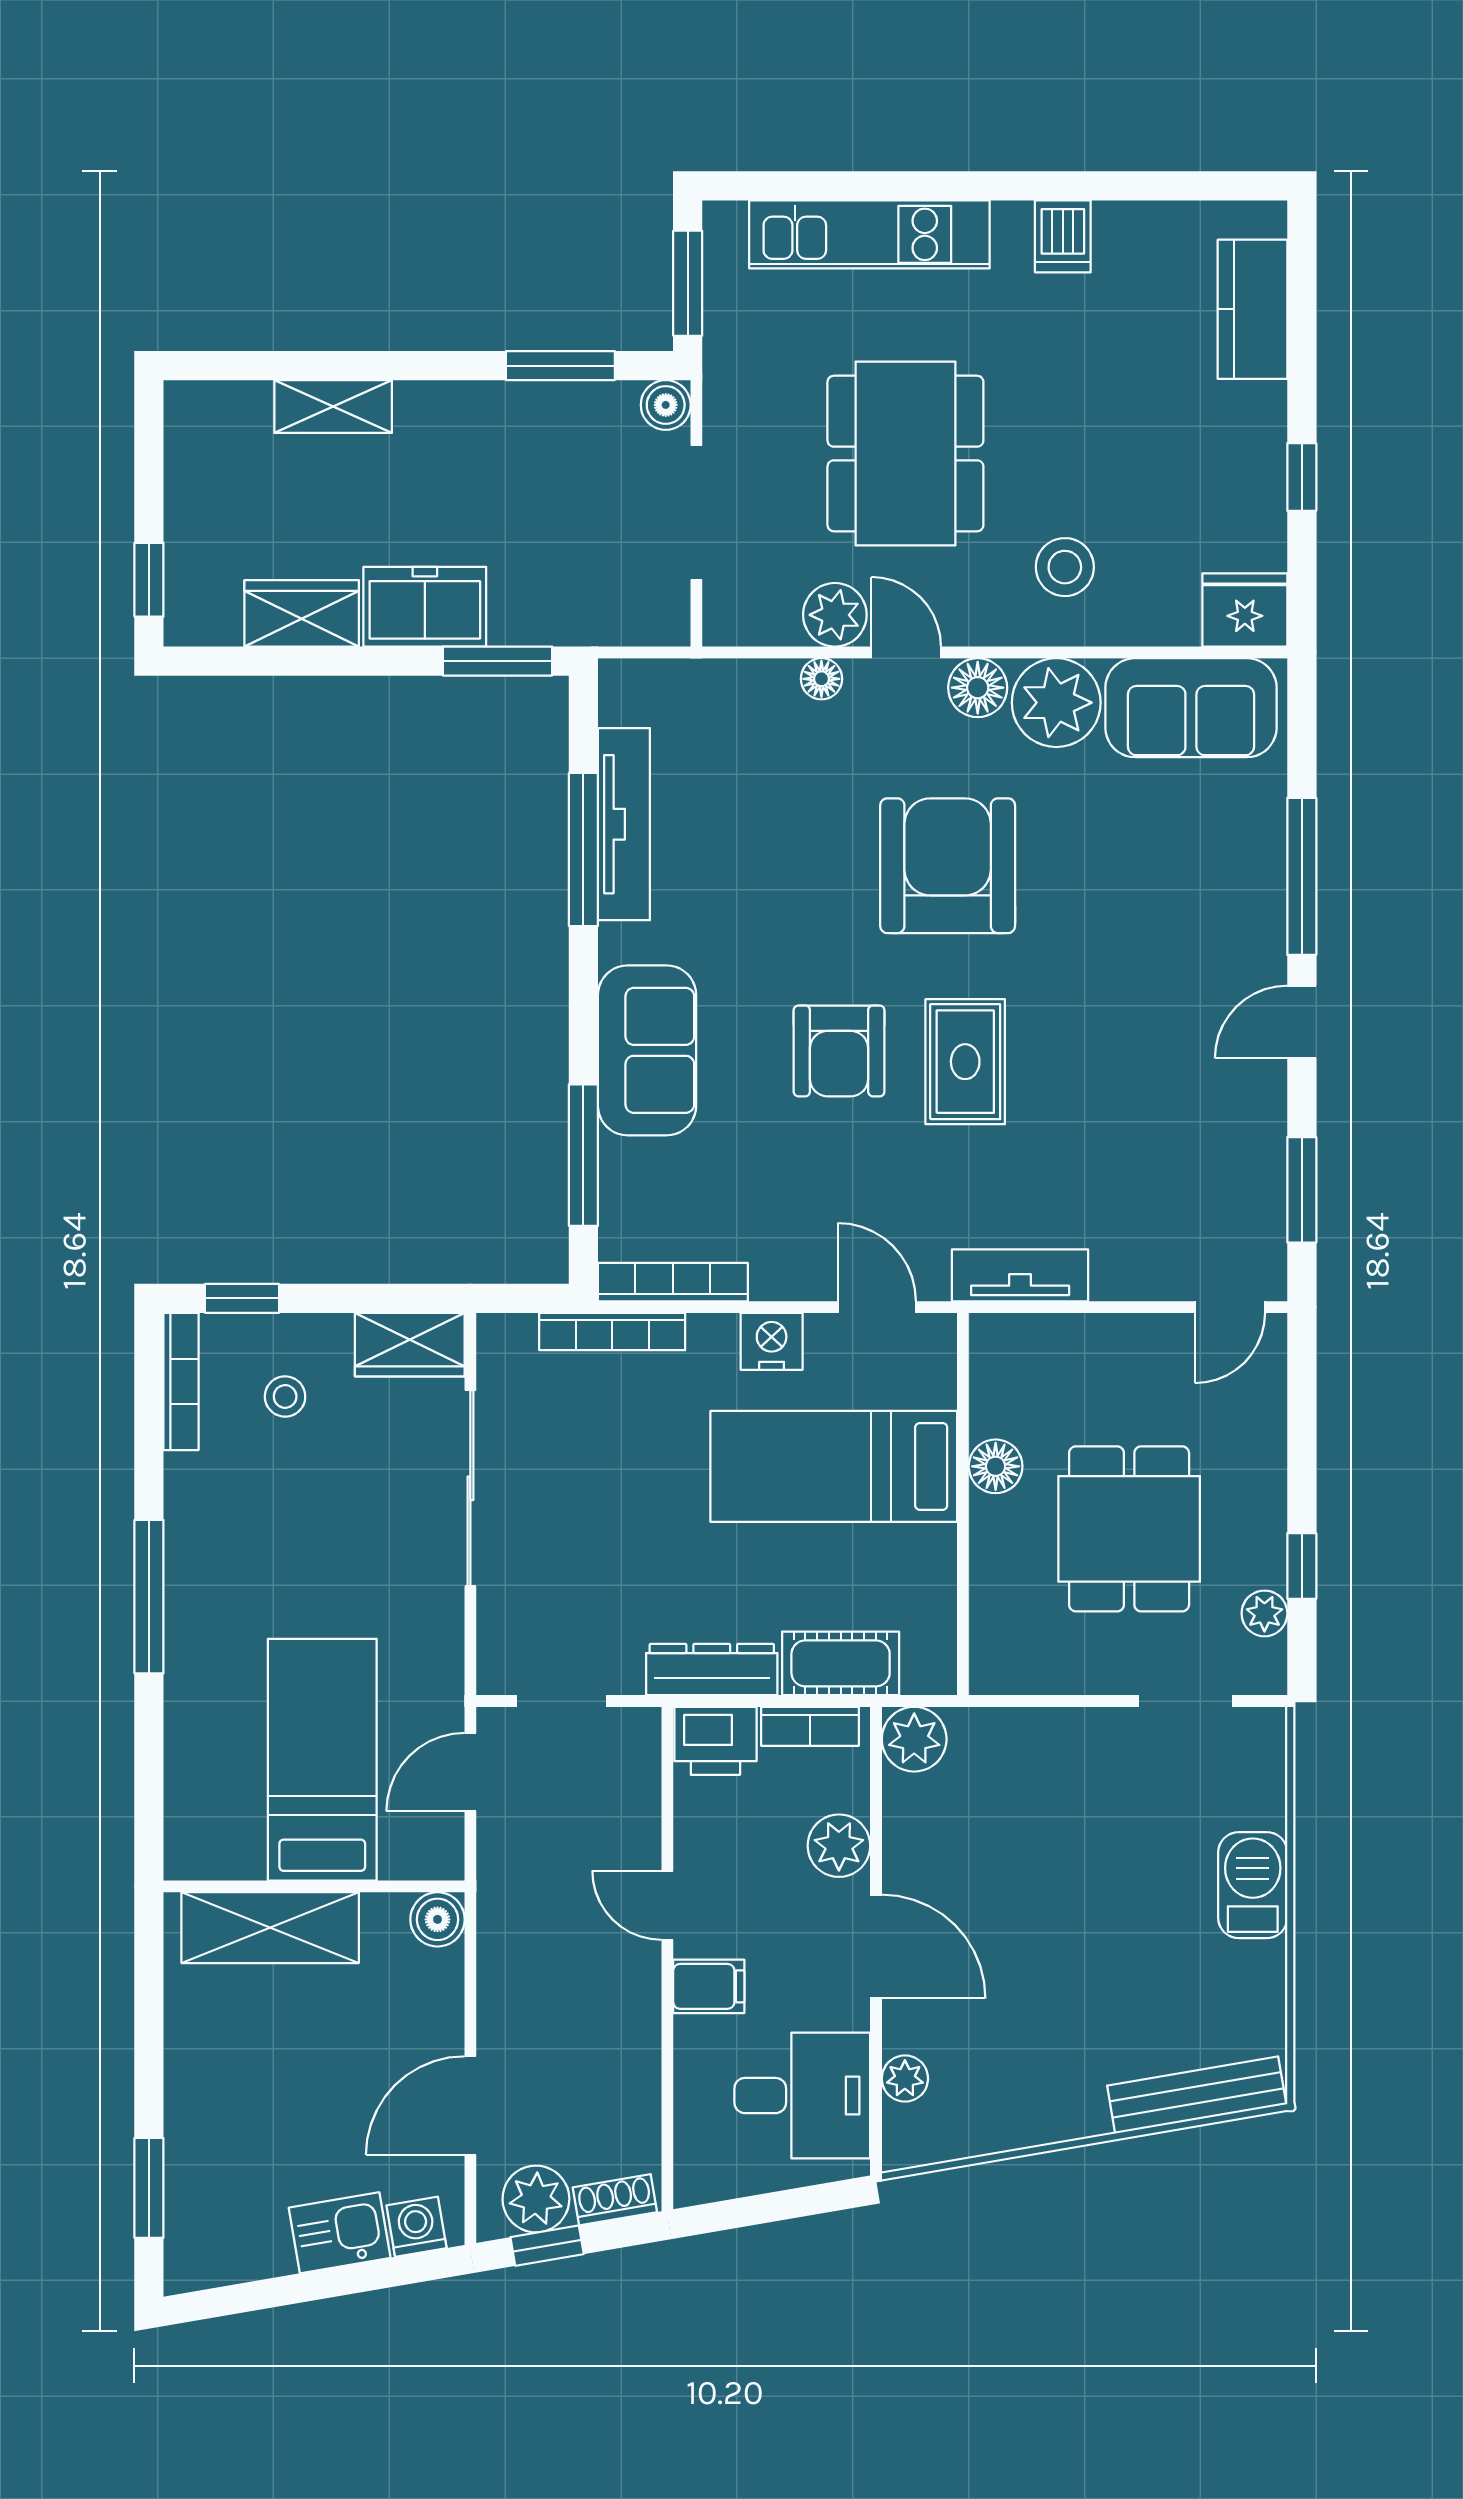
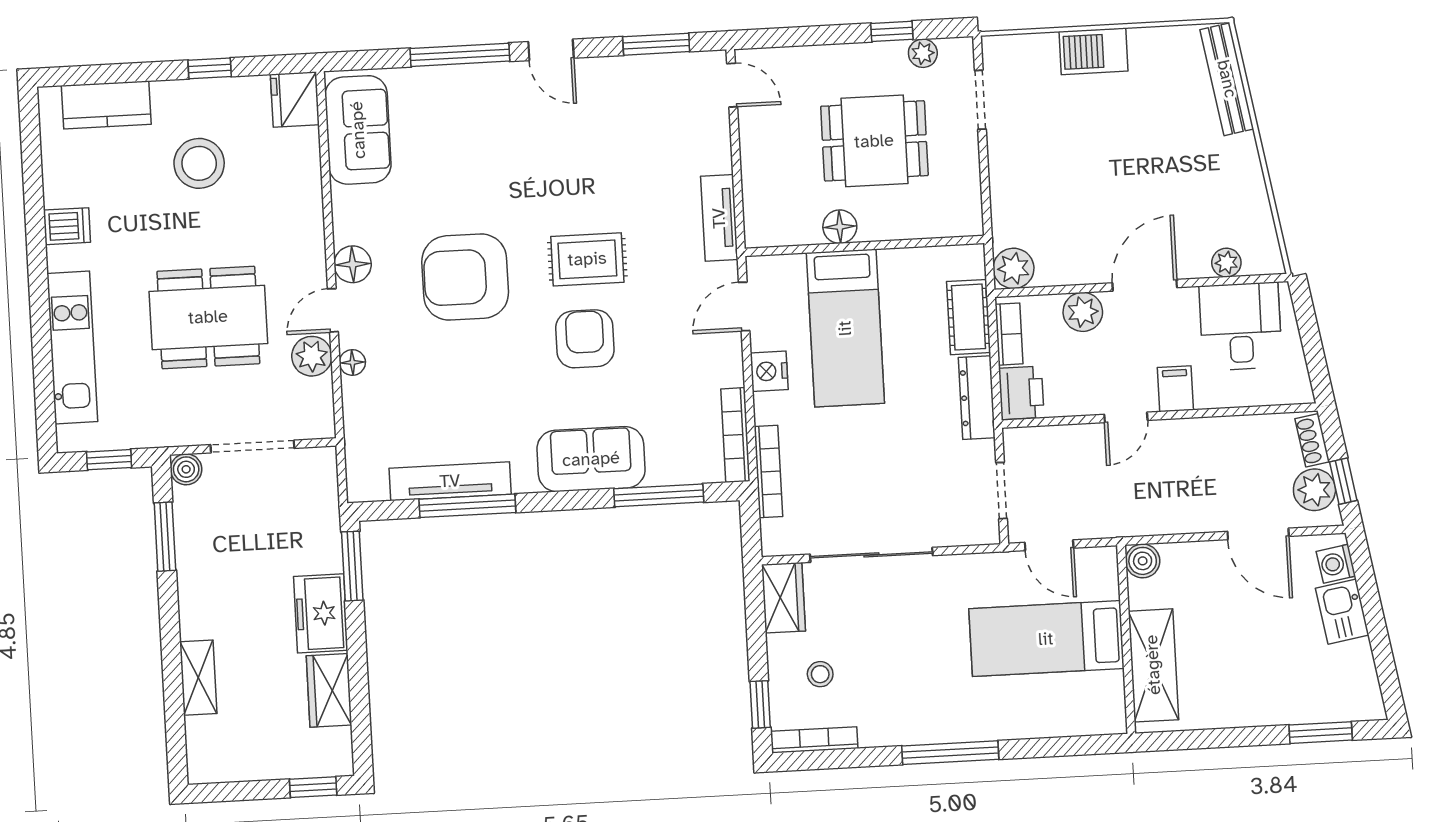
window: (688, 283) -> (109, 460), width x0.67
stool: (1065, 567) -> (199, 163), moved, width x1.38, depth x1.38
plant: (1056, 703) -> (359, 215), removed
armchair: (839, 1051) -> (585, 339), turned -90

